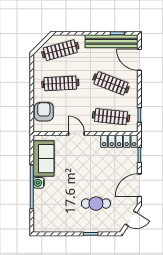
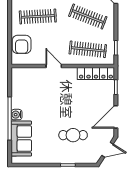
armchair: (44, 112) -> (22, 44), turned 180
sofa: (44, 159) -> (21, 139), moved

